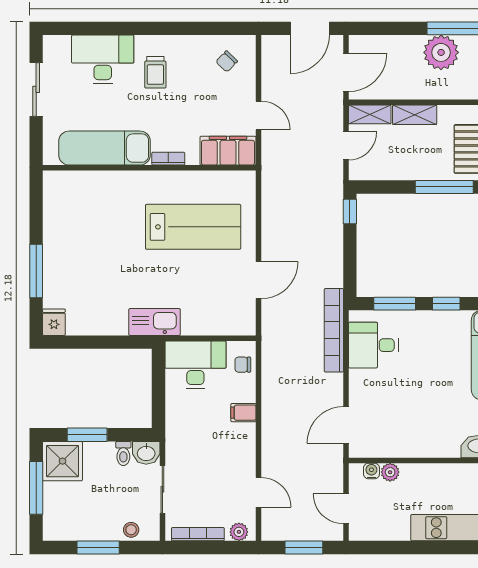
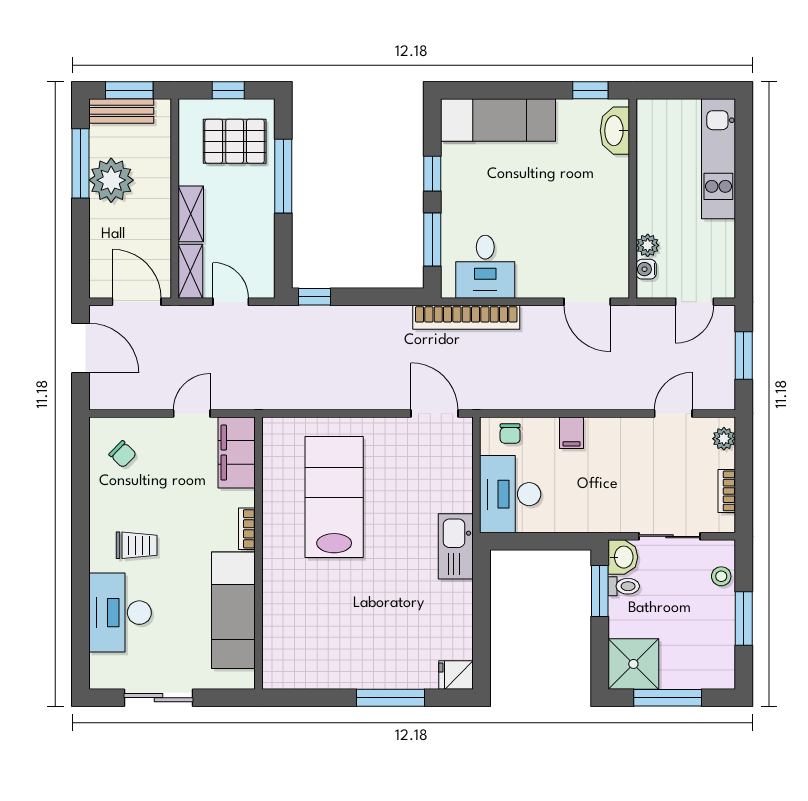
door: (259, 280) -> (434, 413), moved
window: (87, 435) -> (600, 591), moved
bookcase: (198, 534) -> (727, 491), width x0.64

